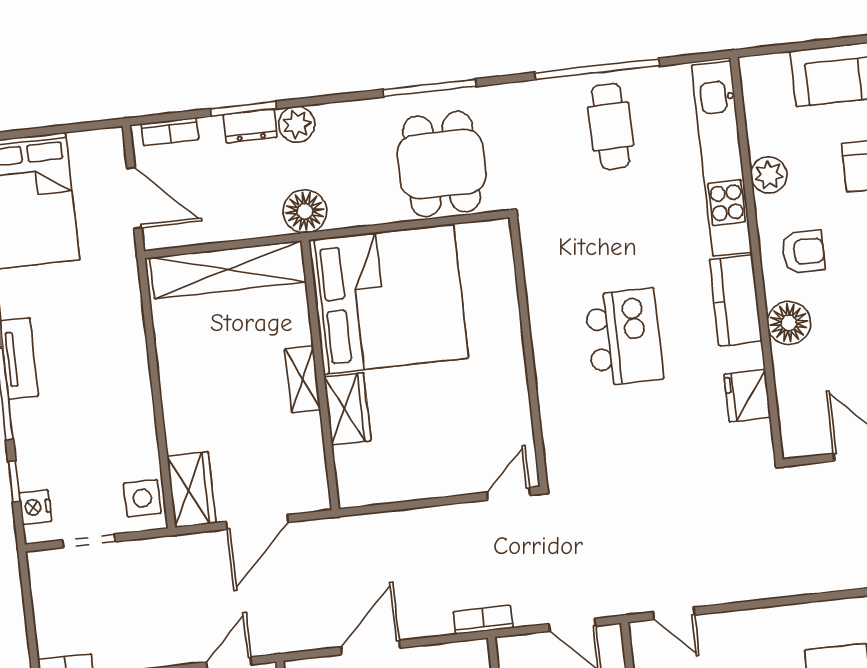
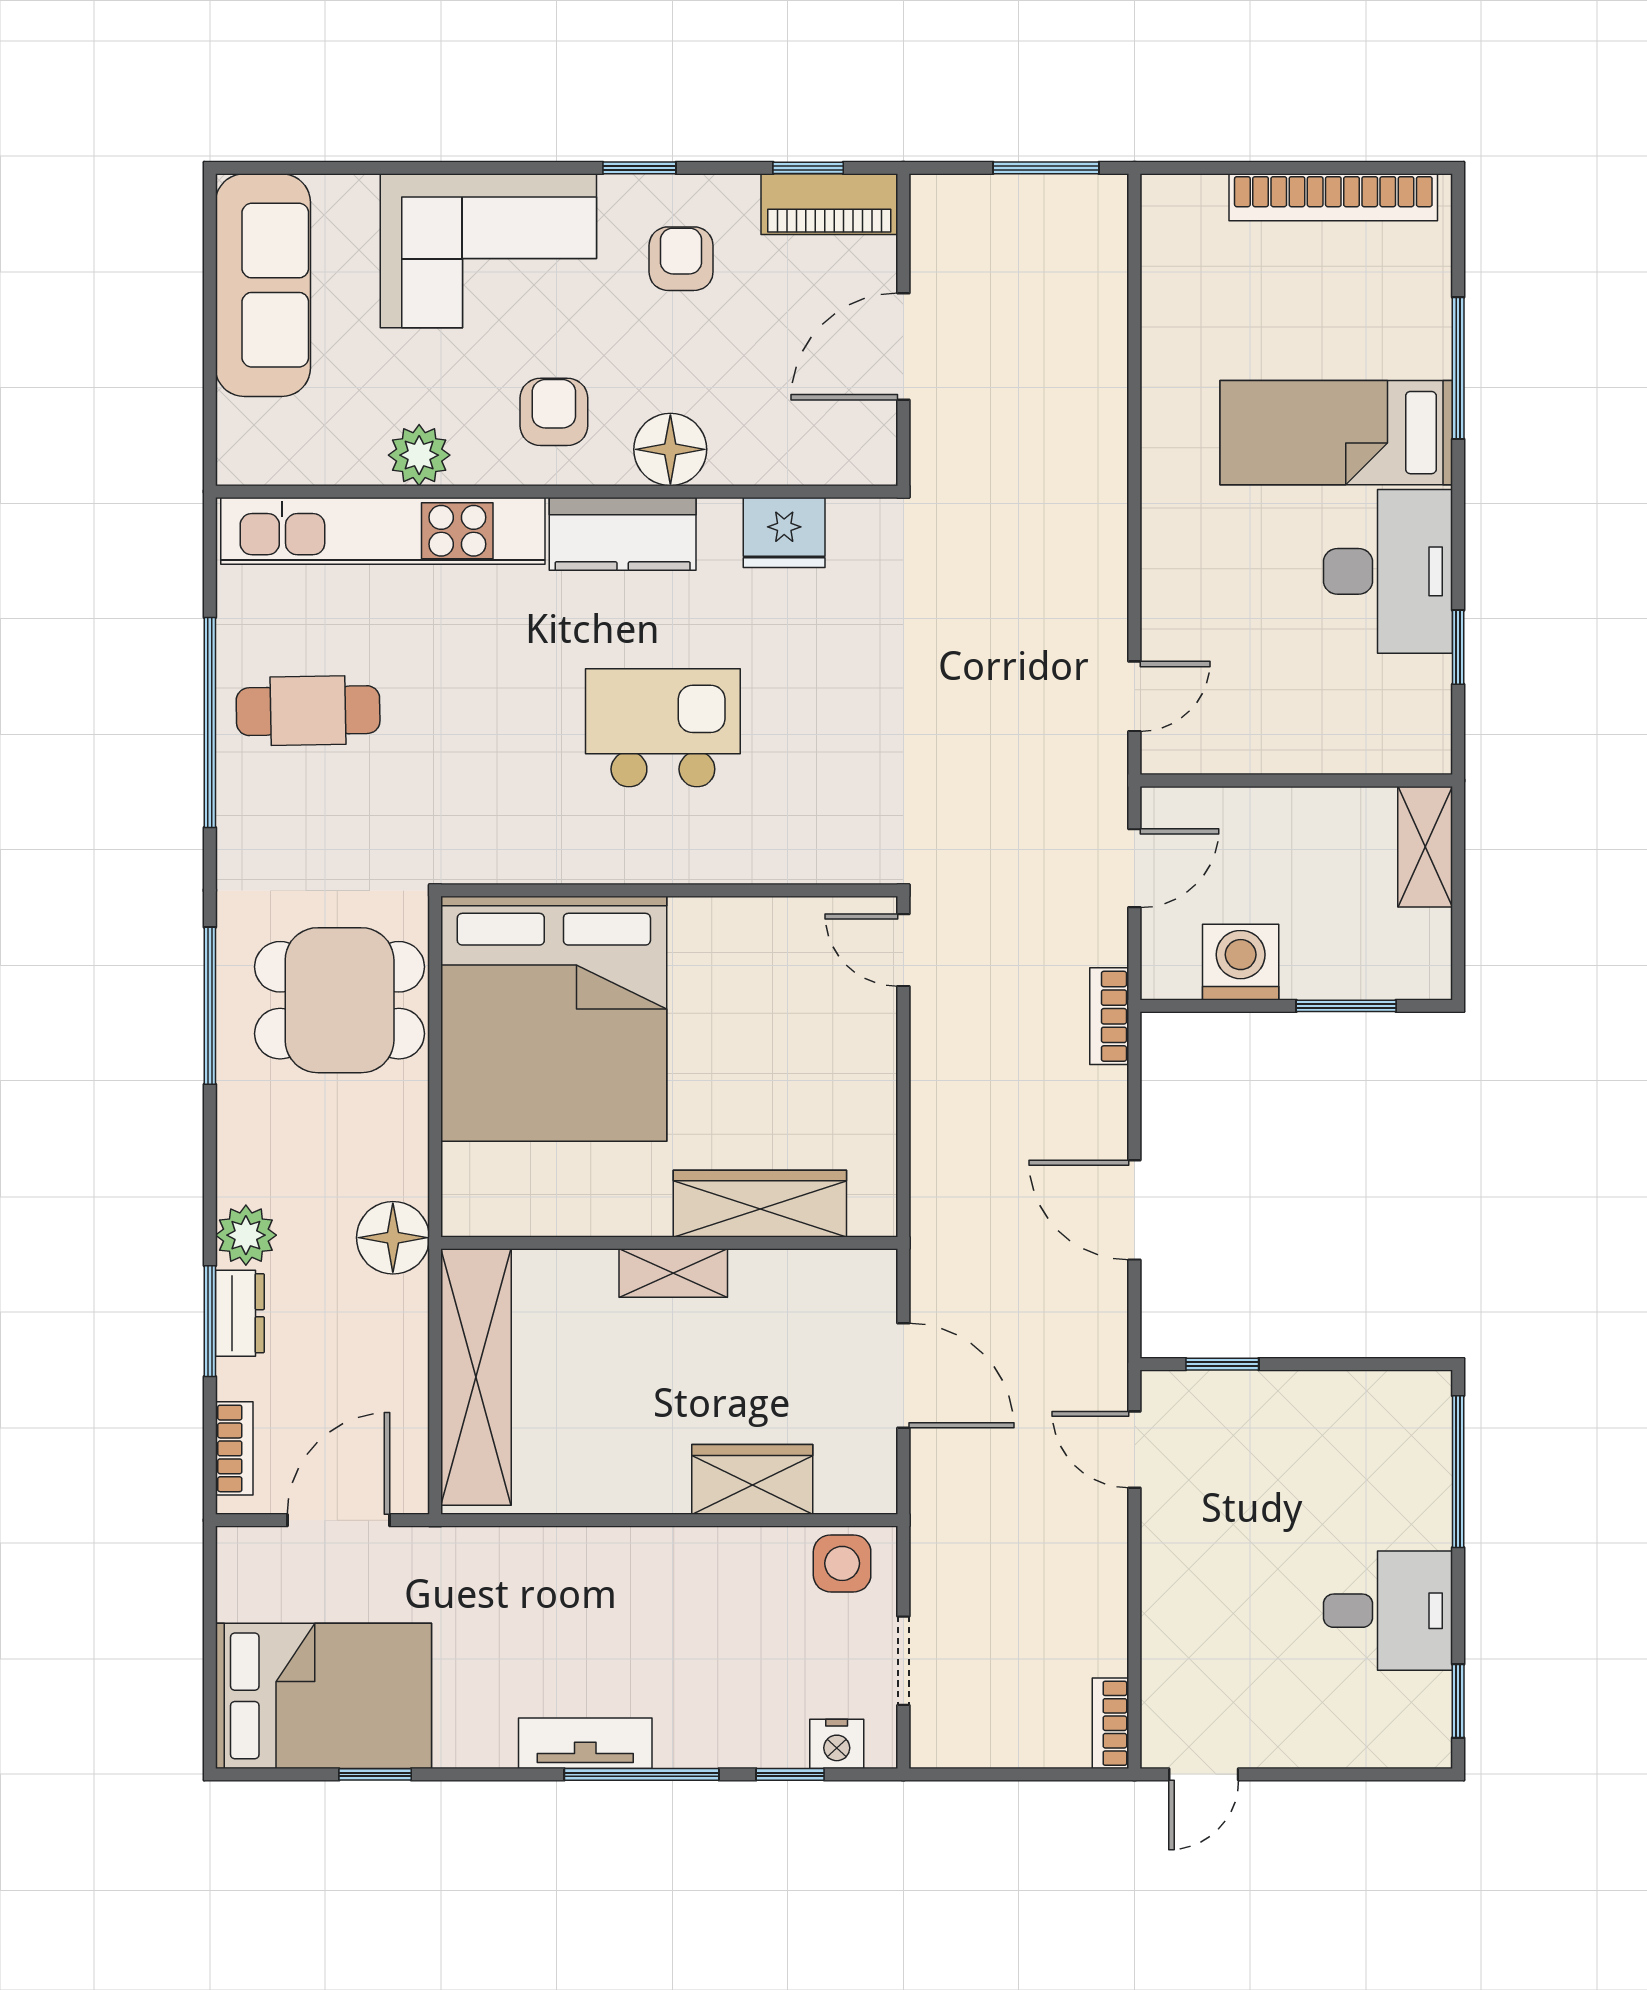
bed: (389, 299) -> (554, 1019), moved, turned 180
wardrobe: (347, 409) -> (760, 1204), width x1.50
wardrobe: (192, 490) -> (752, 1479), moved

